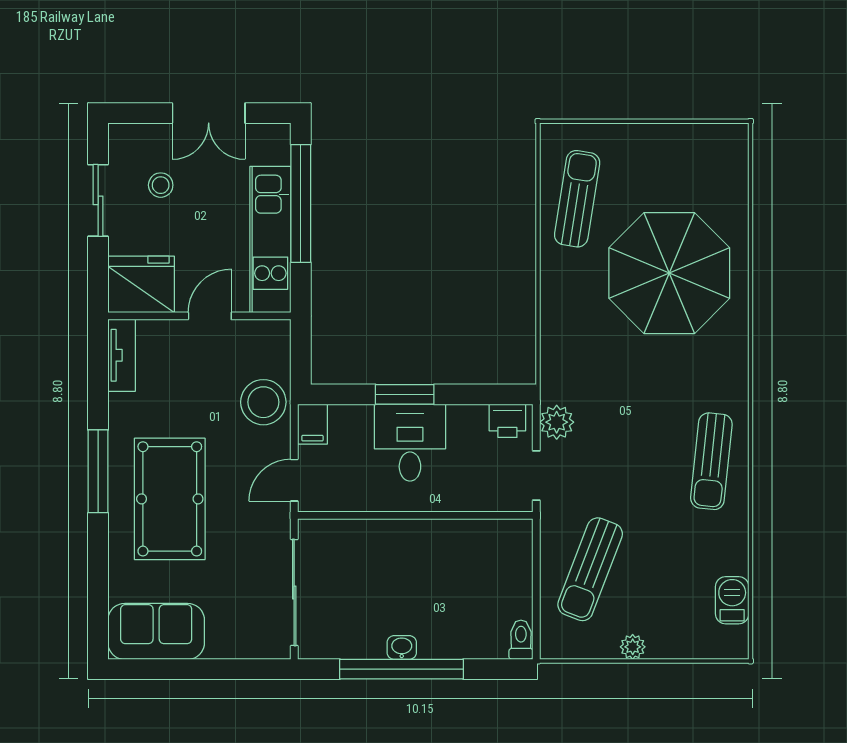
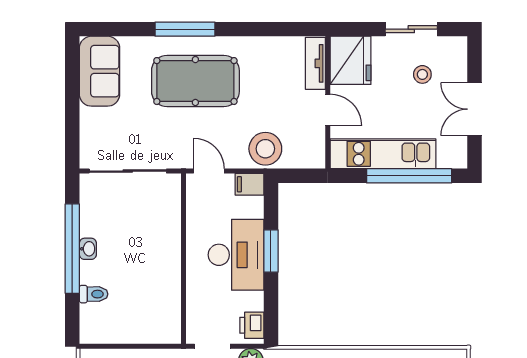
tv unit: (122, 355) -> (315, 63), moved, turned 90
desk: (410, 443) -> (236, 255), width x1.37
window: (98, 471) -> (185, 29), moved
toilet: (521, 640) -> (94, 294), moved

